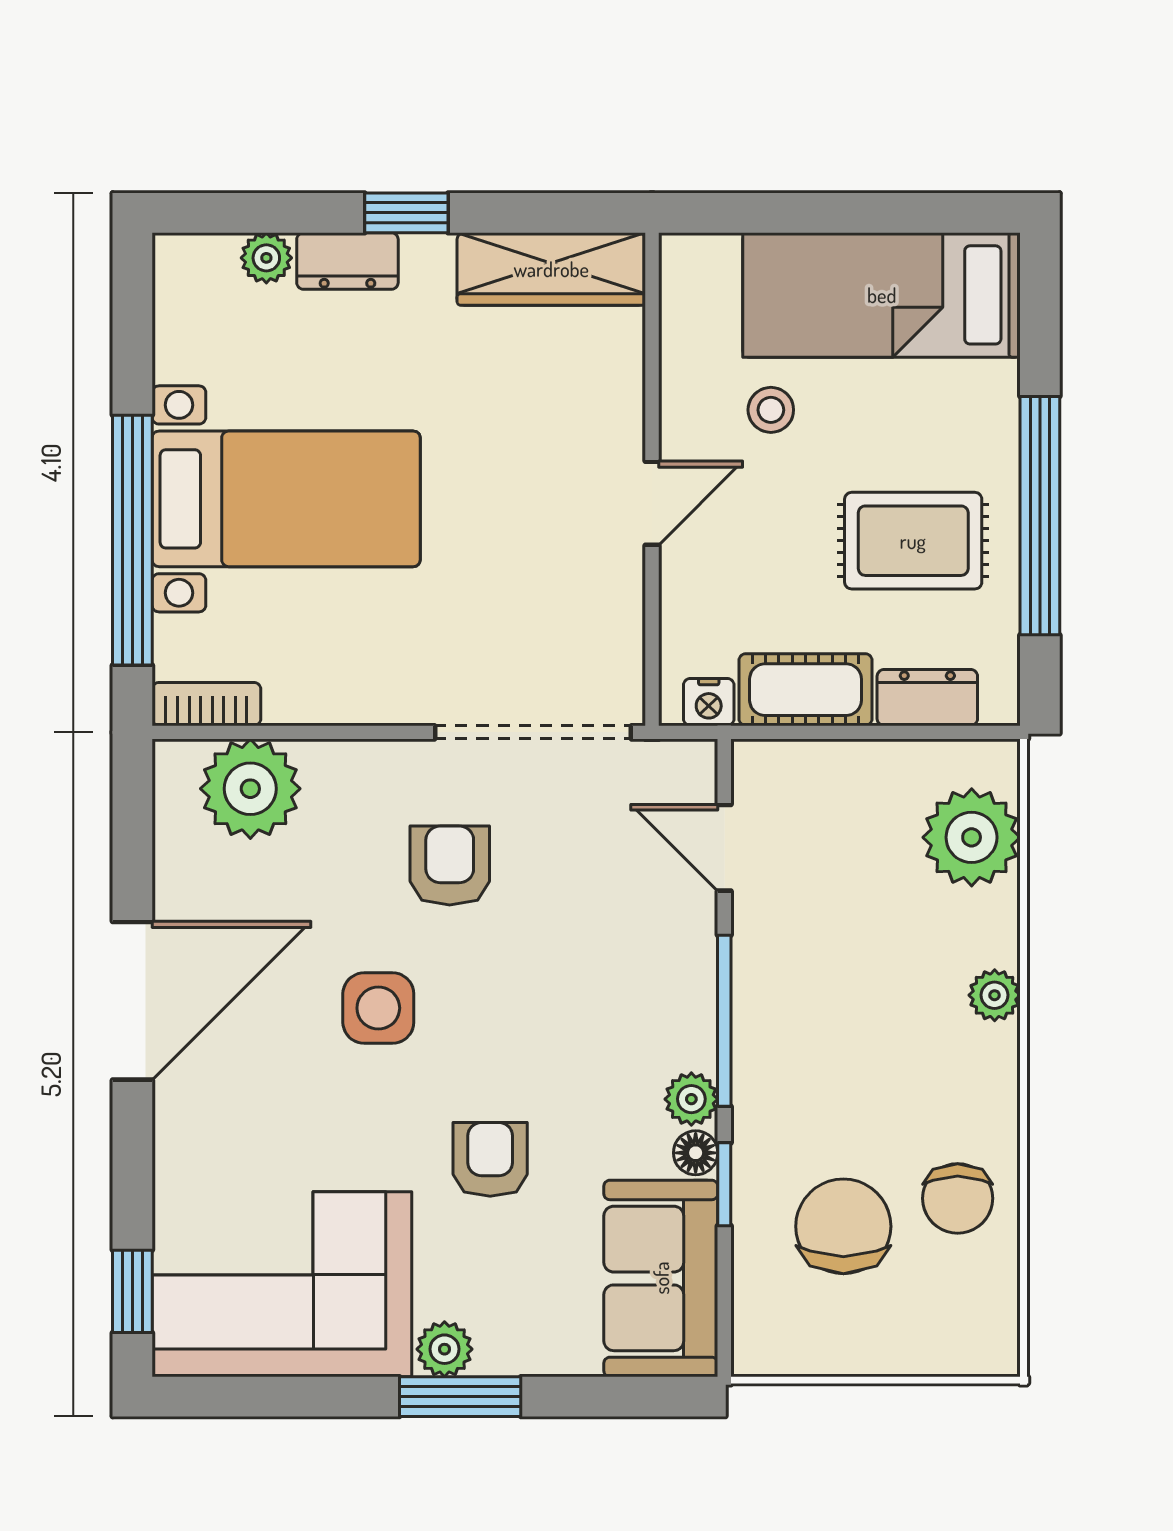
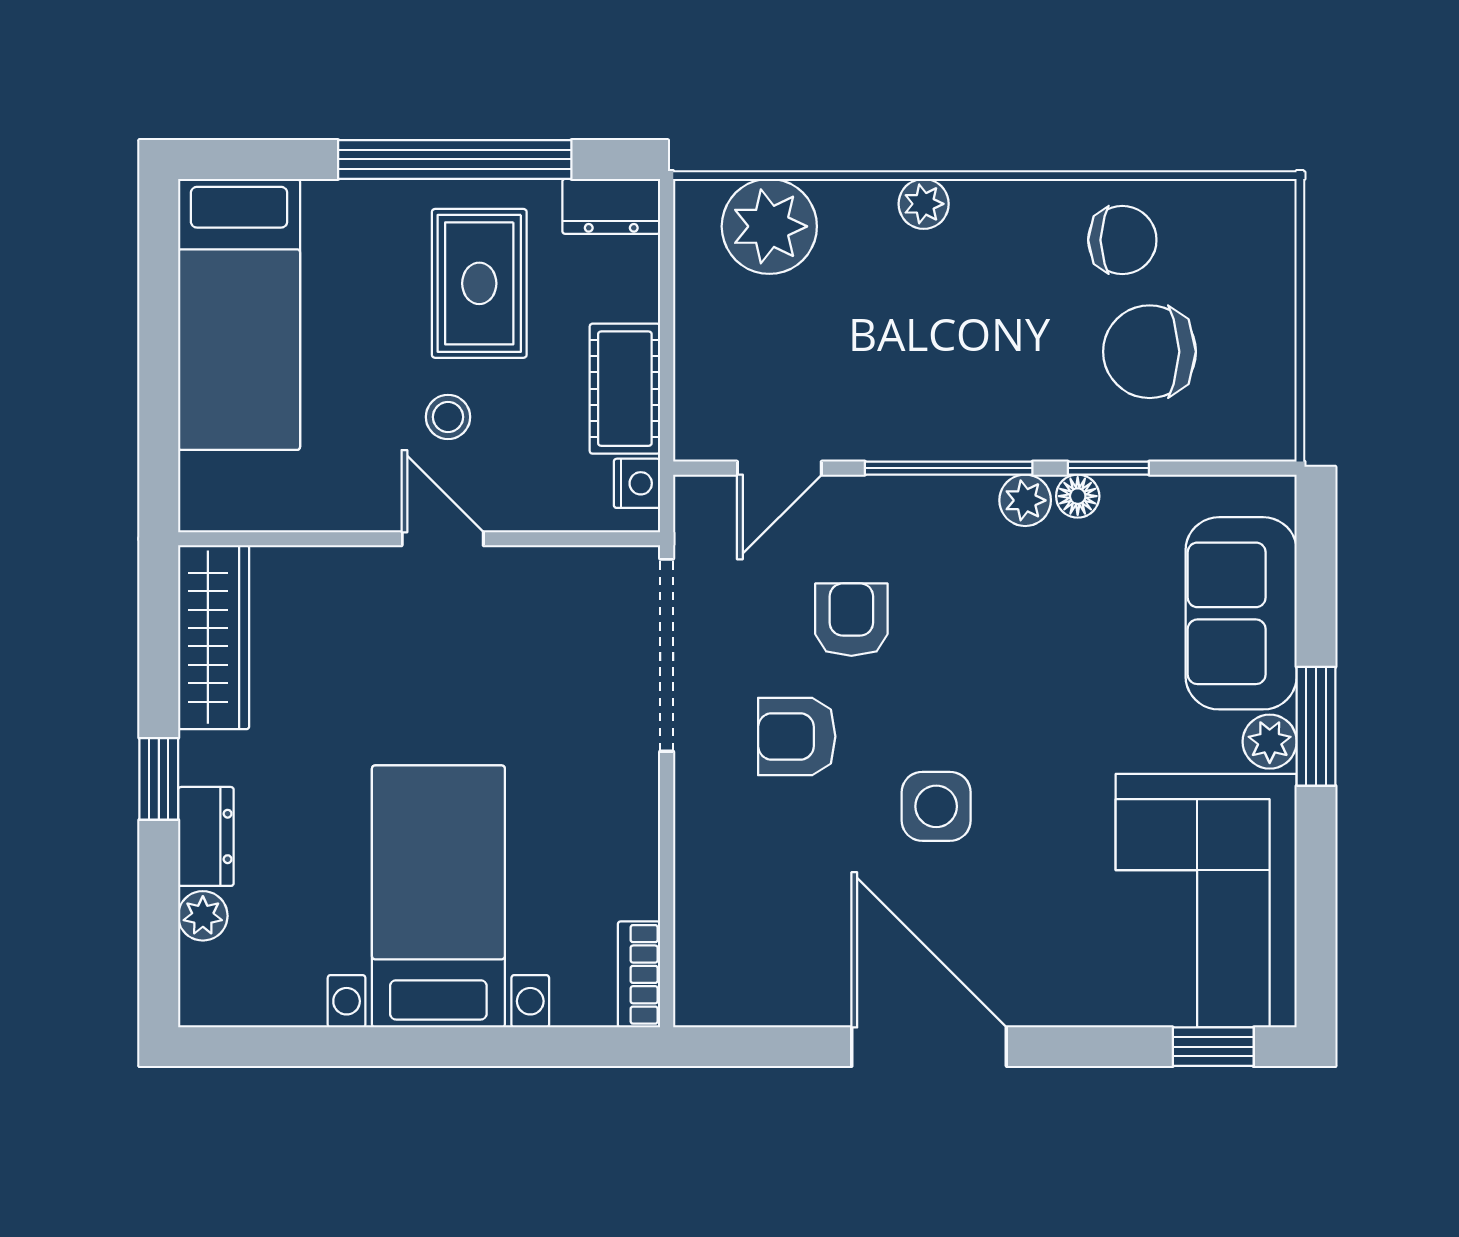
stool: (771, 410) -> (448, 417), moved
window: (132, 540) -> (479, 1047), removed
dresser: (927, 698) -> (611, 206), moved, turned -90
plant: (250, 789) -> (722, 931), removed
armchair: (490, 1159) -> (851, 620), moved, turned 90
sofa: (661, 1278) -> (1241, 613), moved, turned 90

